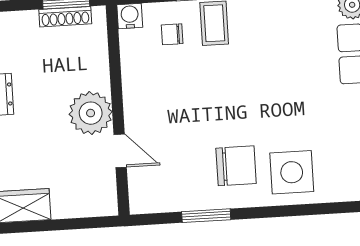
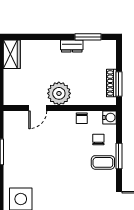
chair: (236, 166) -> (82, 118), moved, width x0.54, depth x0.54

